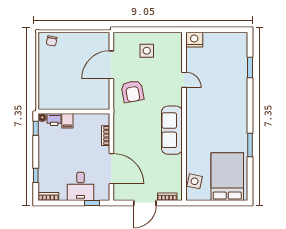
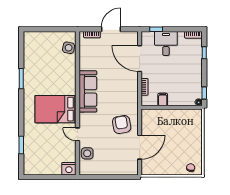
side table: (147, 51) -> (87, 153), moved
printer: (54, 120) -> (189, 100), removed
filing cabinet: (67, 121) -> (163, 99), moved
bed: (227, 177) -> (56, 109), moved, turned 90

